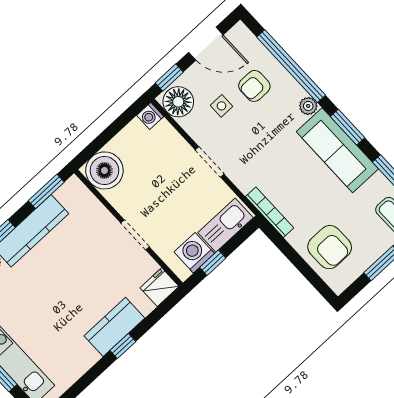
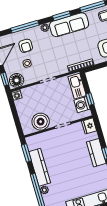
window: (291, 66) -> (25, 27), width x0.68
boiler: (104, 170) -> (41, 122), moved

